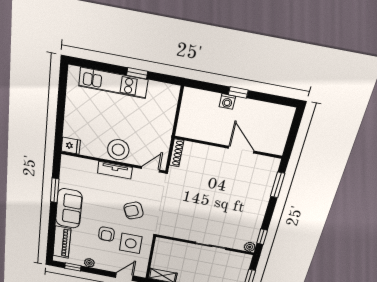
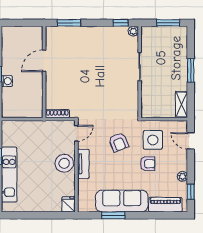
door: (150, 169) -> (76, 133), swing flipped
sofa: (69, 208) -> (122, 201), width x1.36

